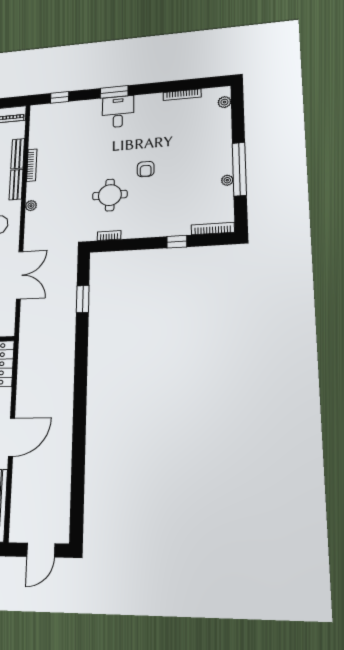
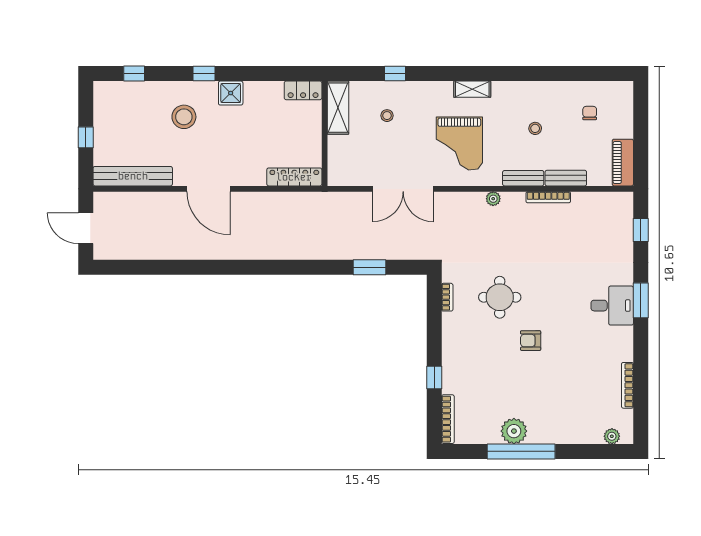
plant: (227, 180) -> (514, 431), width x1.88, depth x1.88

